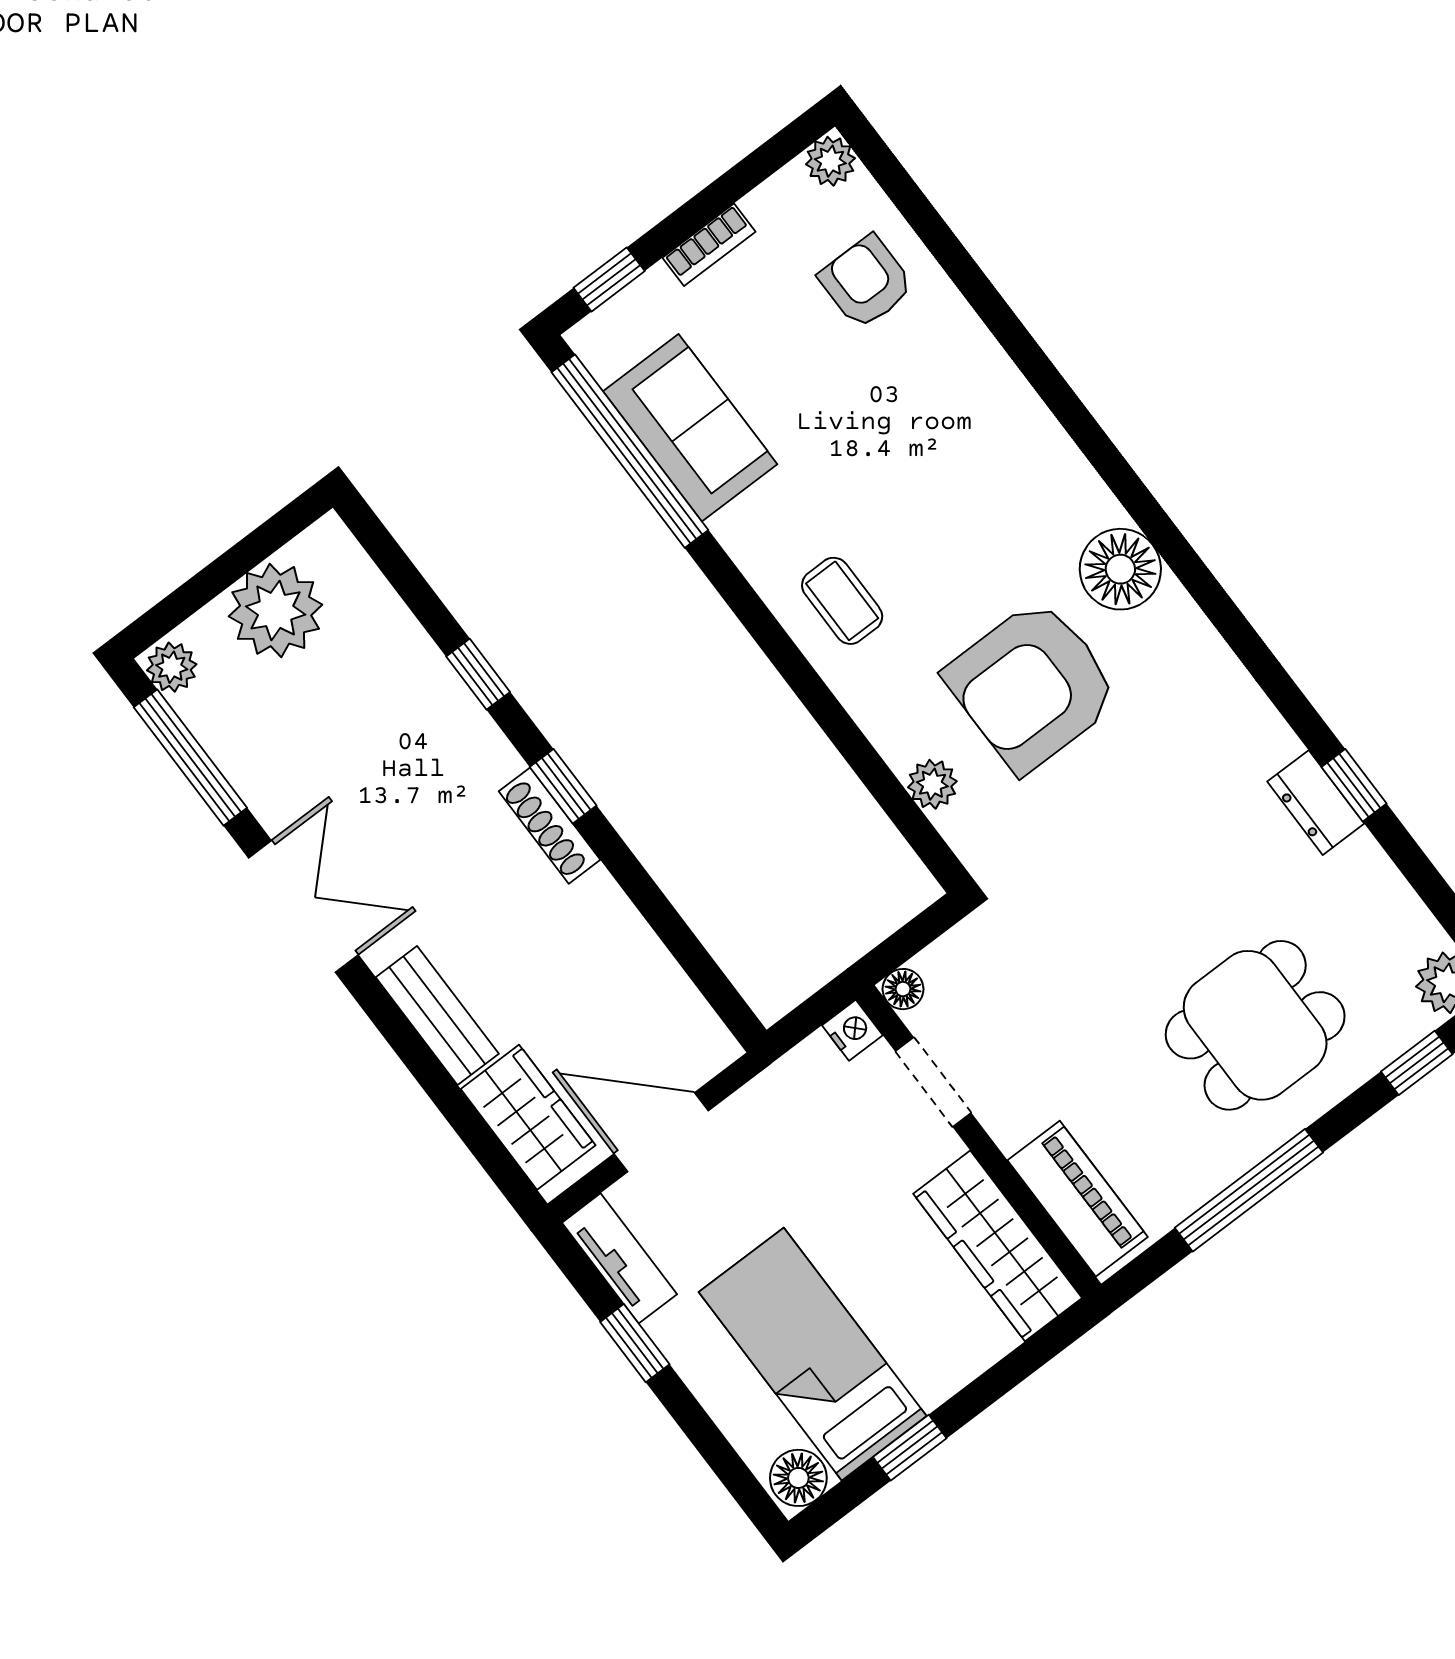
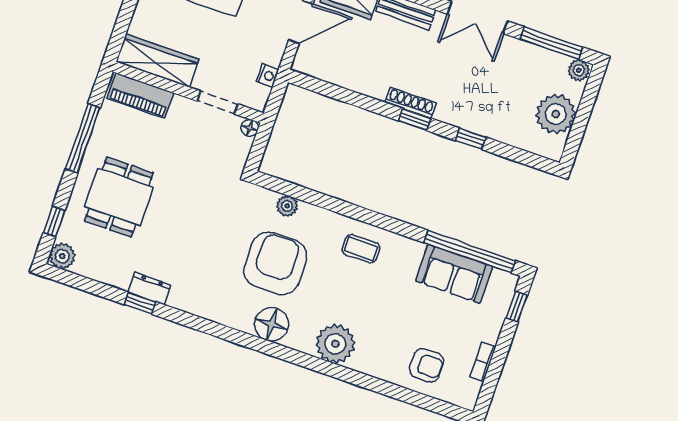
plant: (830, 161) -> (335, 344), moved, width x1.88, depth x1.88
bookcase: (709, 245) -> (483, 362), moved
nightstand: (852, 1030) -> (268, 75), moved, turned -90

